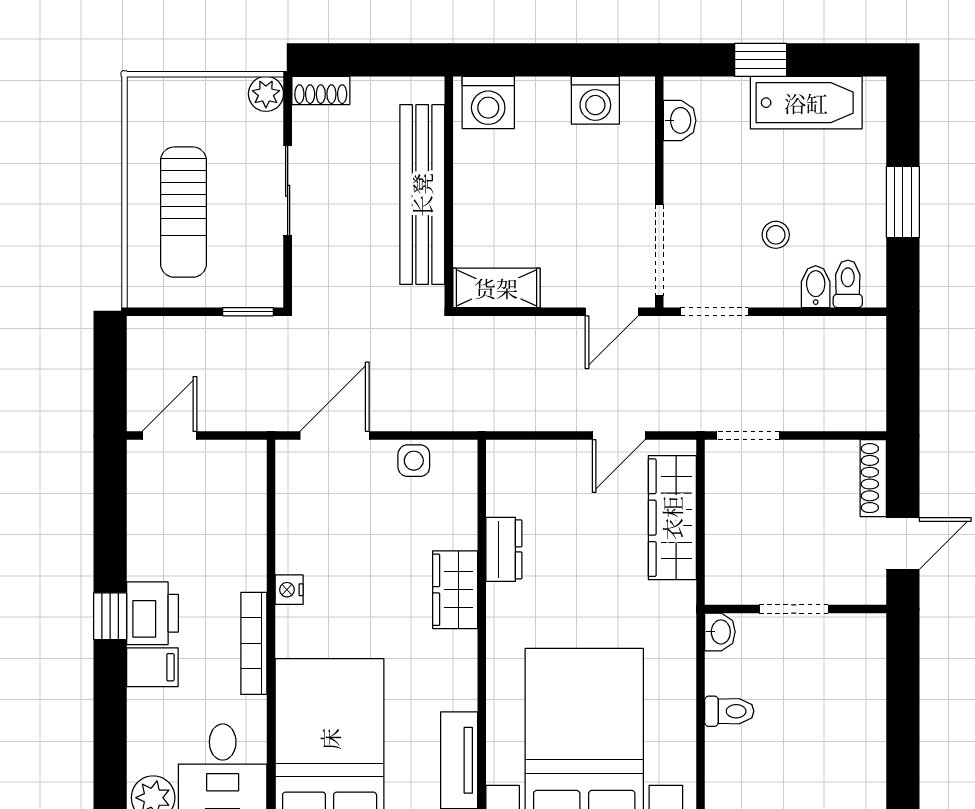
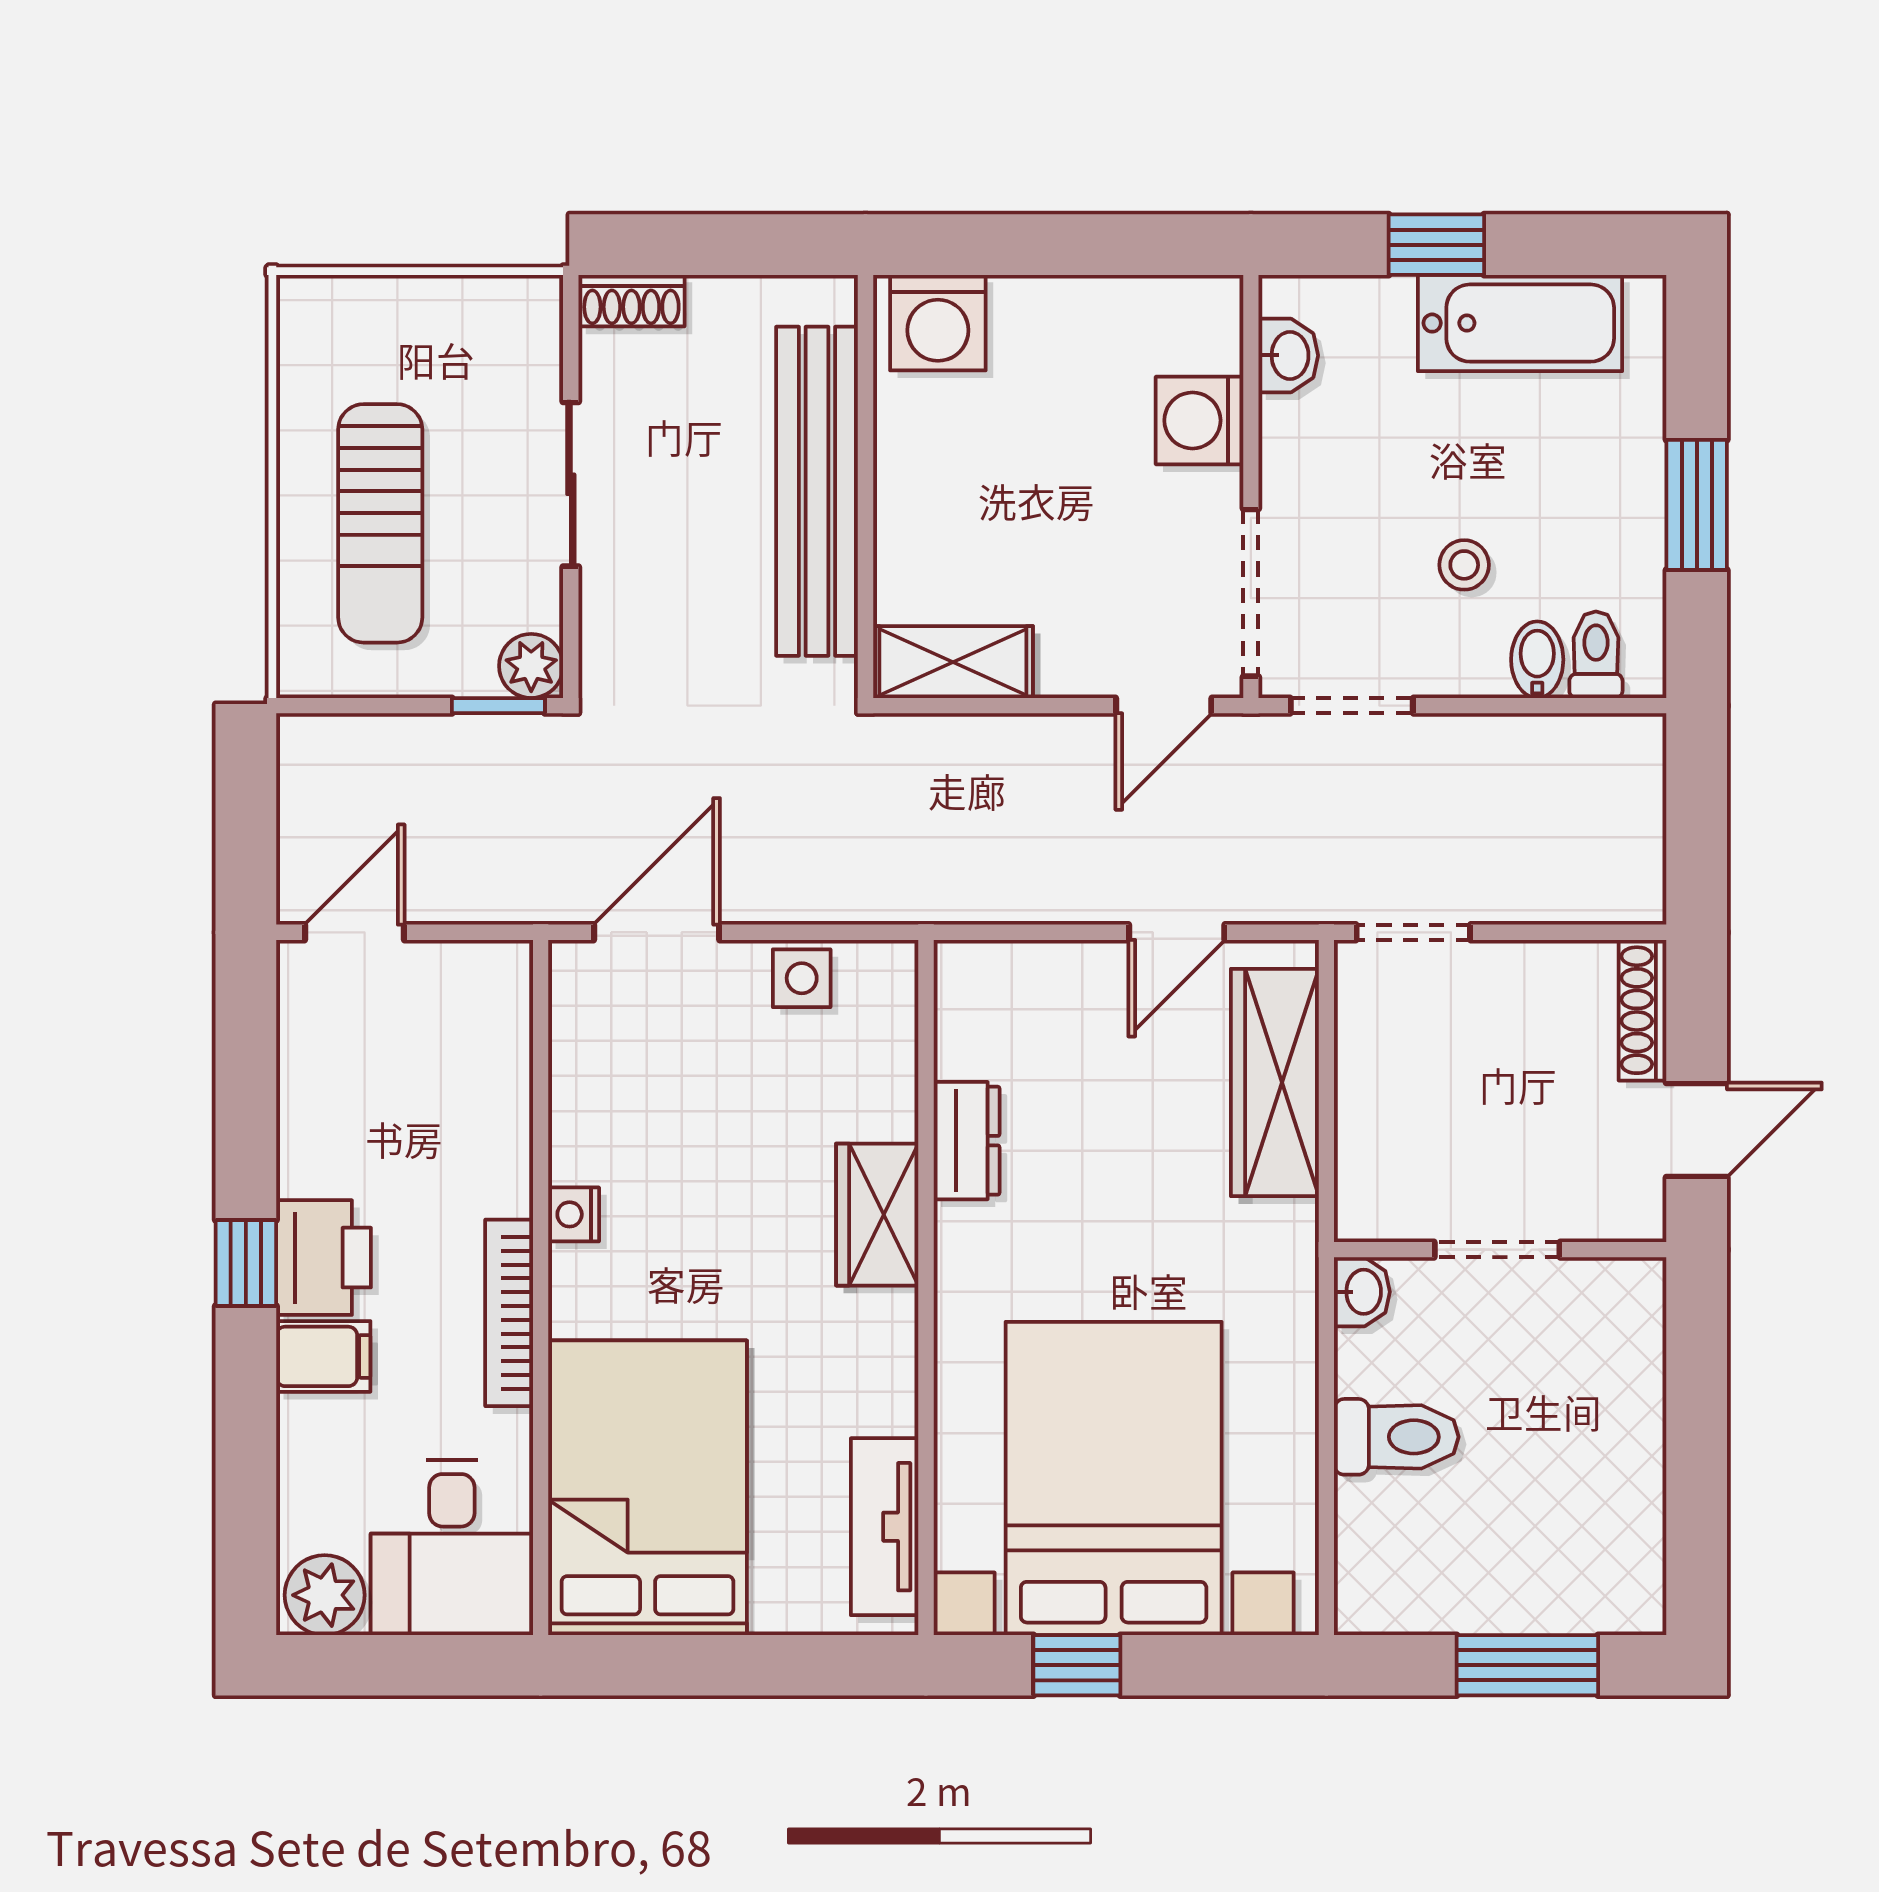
plant: (266, 94) -> (531, 666), moved
washing machine: (595, 100) -> (1199, 420), moved, turned 90
toilet: (729, 711) -> (1396, 1437), width x1.37, depth x1.39

